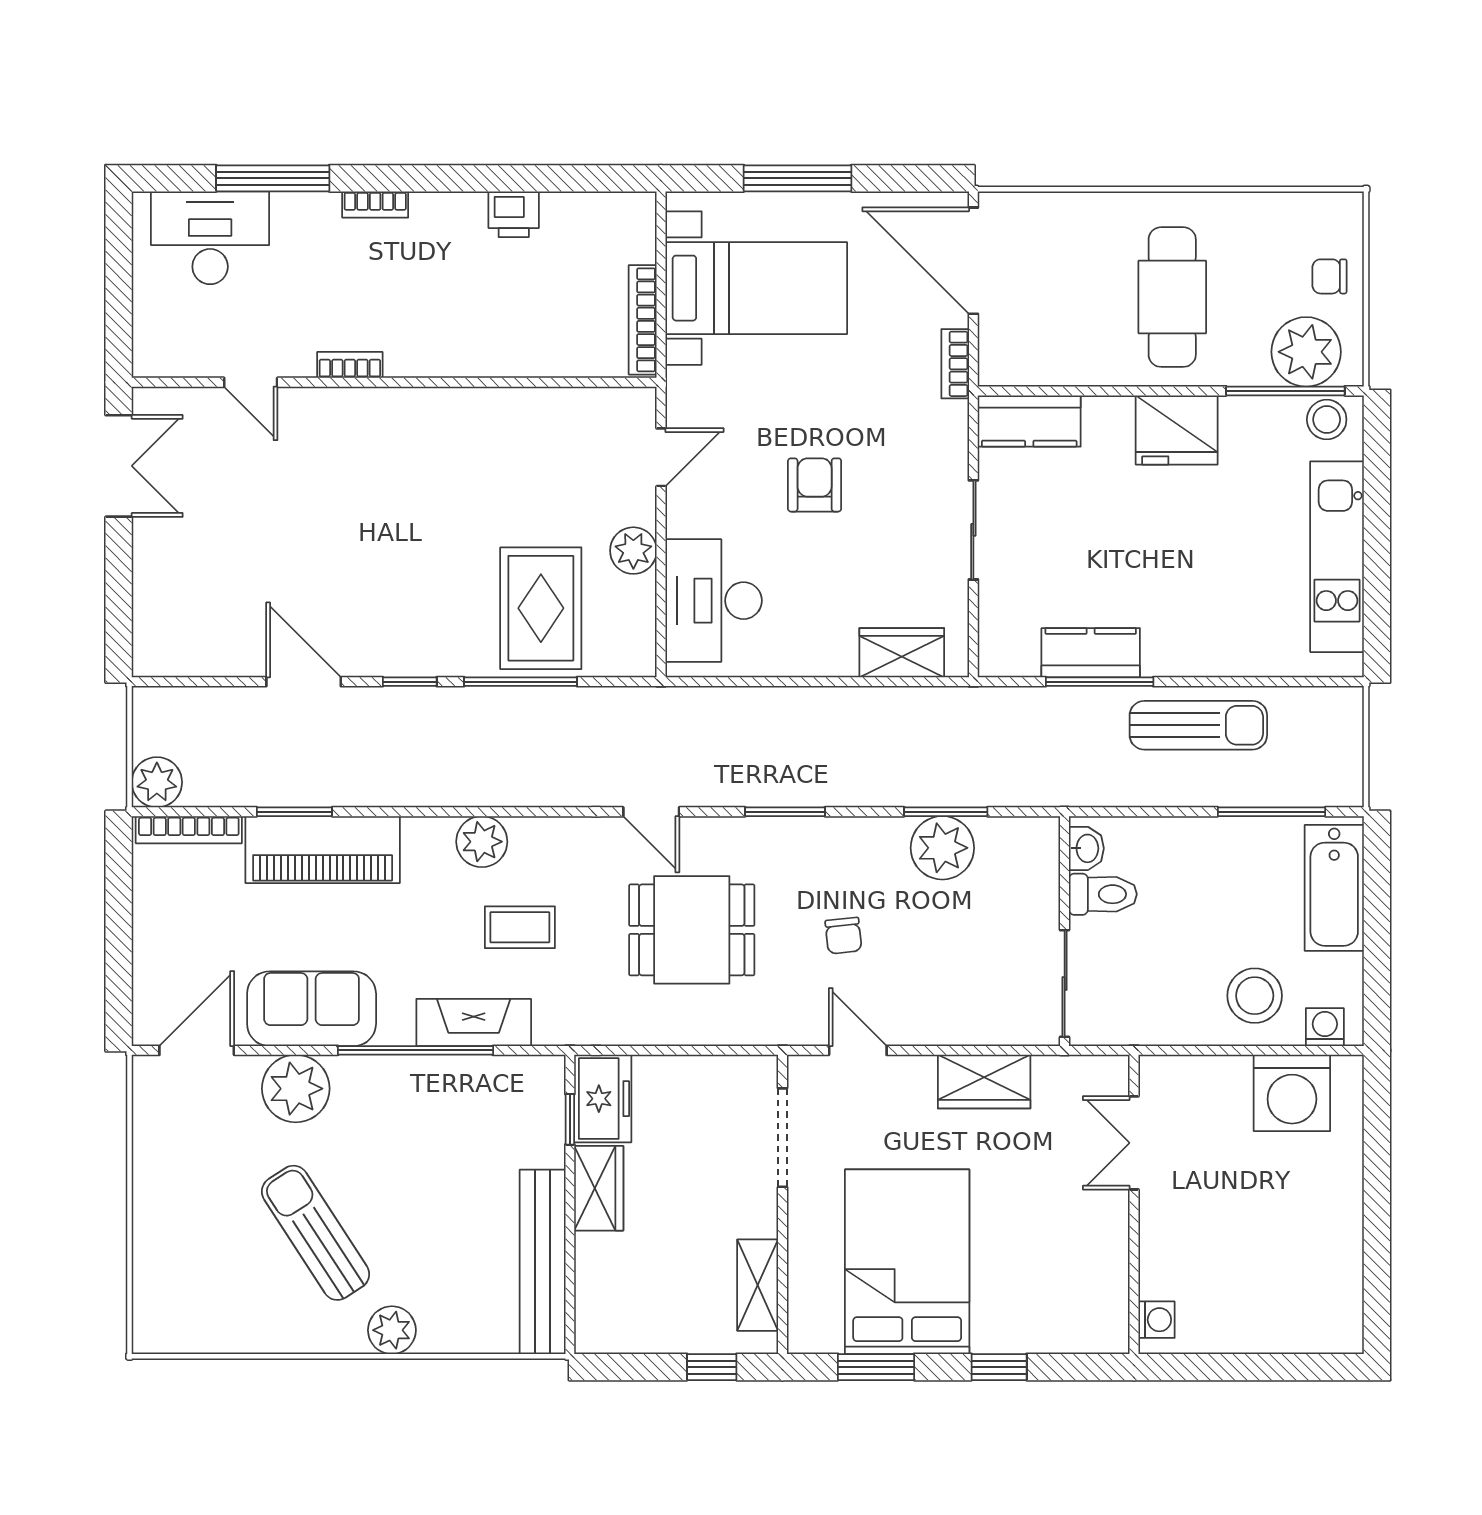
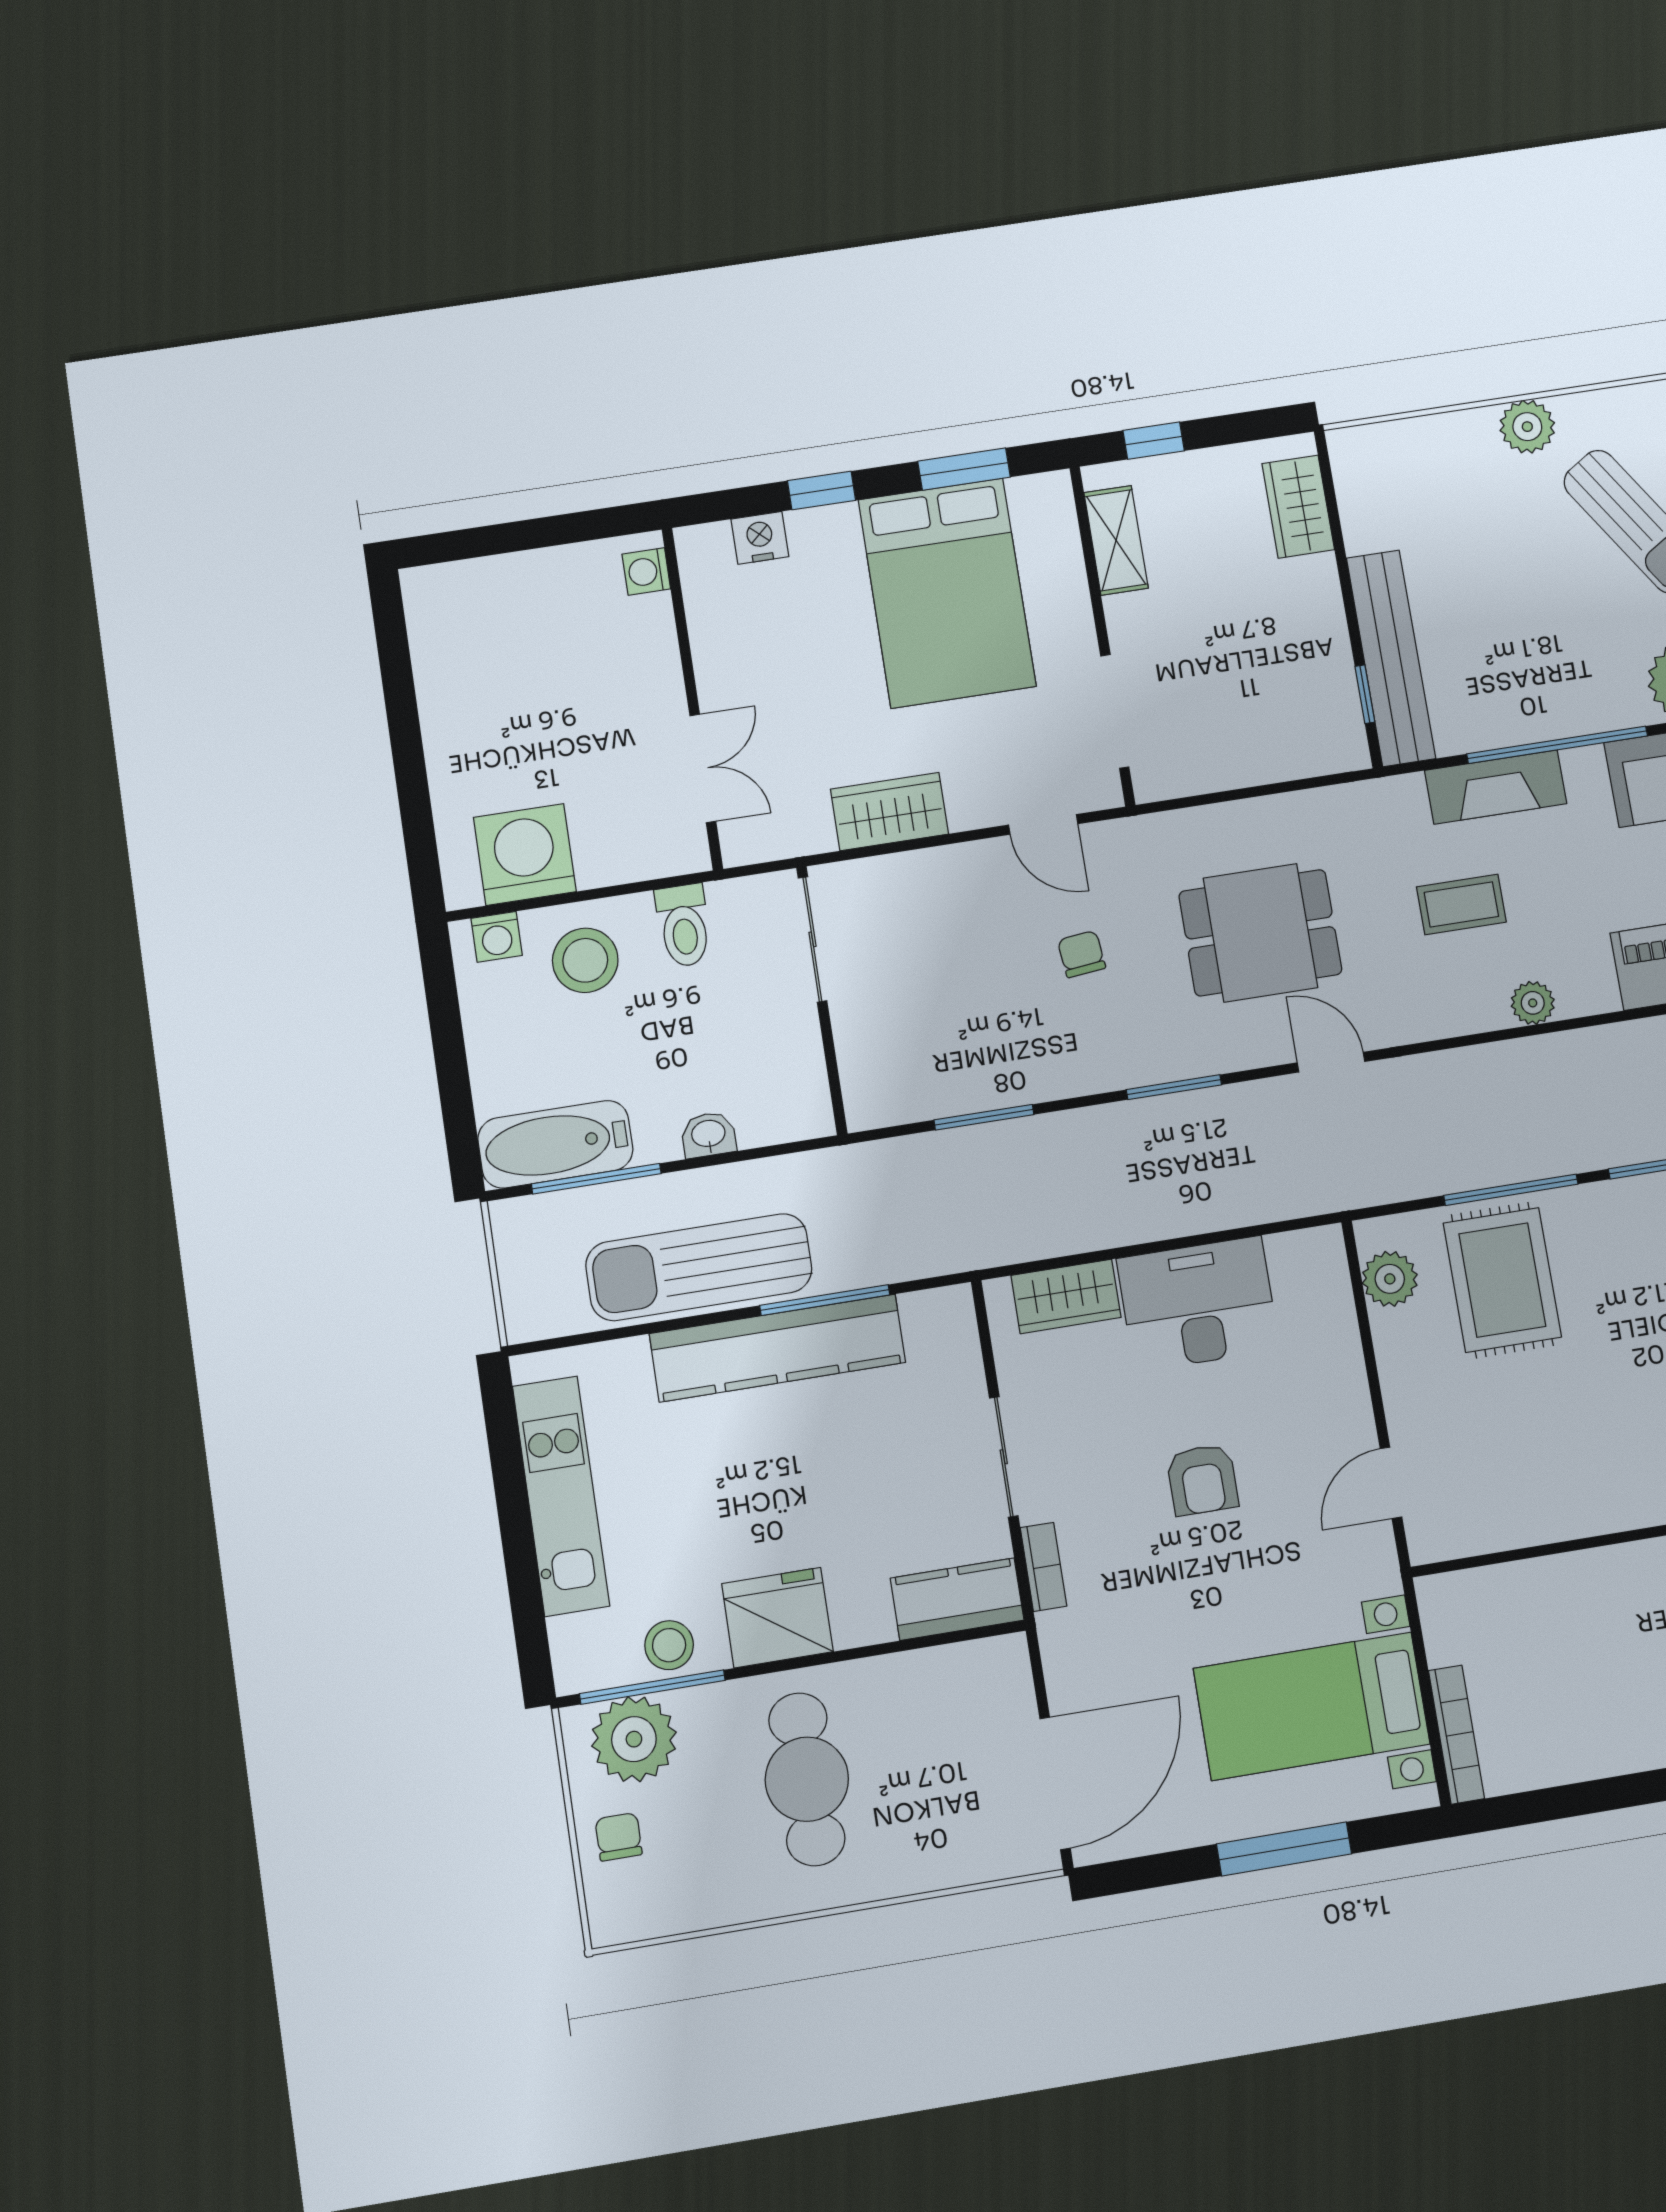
printer: (514, 214) -> (1618, 1747), removed
door: (973, 261) -> (1055, 1783), hinge flipped
chair: (1330, 276) -> (619, 1837), turned -90
bookcase: (643, 320) -> (1456, 1735), moved
bookcase: (955, 364) -> (1043, 1567), moved
stool: (1327, 420) -> (669, 1645), moved
plant: (633, 551) -> (1390, 1279), moved
desk: (714, 601) -> (1198, 1304), moved, turned -90
kitchen counter: (1091, 653) -> (777, 1348), width x2.08, depth x1.17
sun lounger: (1198, 725) -> (699, 1267), width x1.36, depth x1.34
plant: (482, 842) -> (1533, 1003), width x0.73, depth x0.73
plant: (942, 848) -> (981, 1074), removed
washbasin: (1086, 848) -> (708, 1135), moved, turned 90
bathtub: (1334, 888) -> (555, 1144), moved, turned -90
toilet: (1103, 894) -> (684, 926), moved, turned -90
freezer: (603, 1099) -> (1331, 724), removed
wardrobe: (599, 1188) -> (1298, 507), moved
bench: (543, 1262) -> (1391, 658), moved
nightstand: (1057, 1334) -> (760, 538), added

